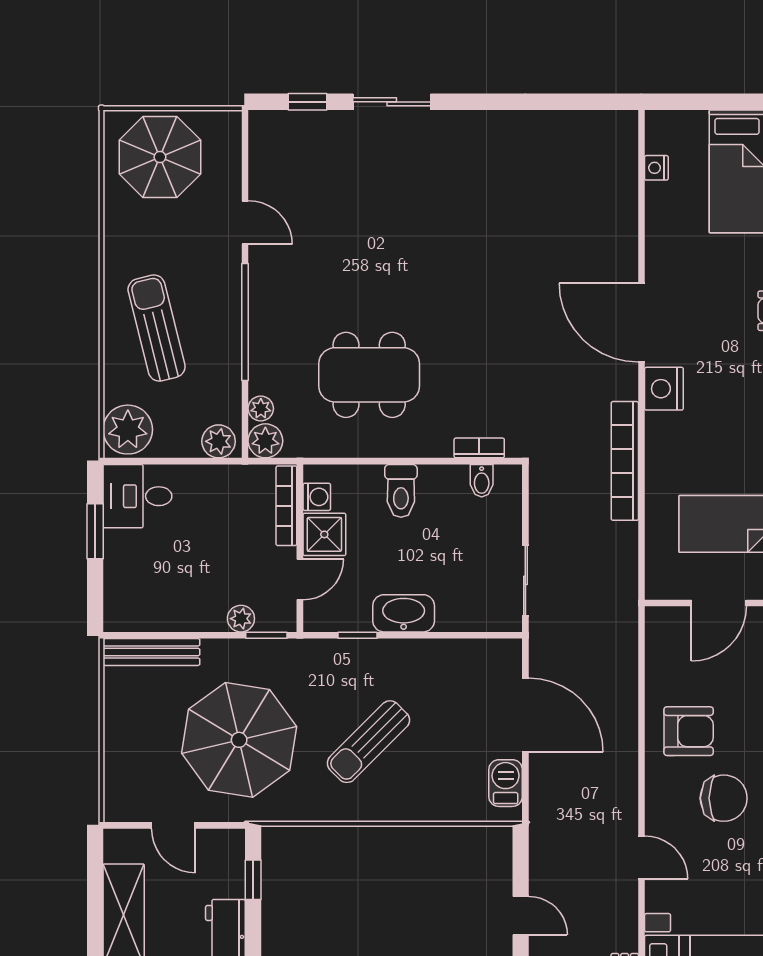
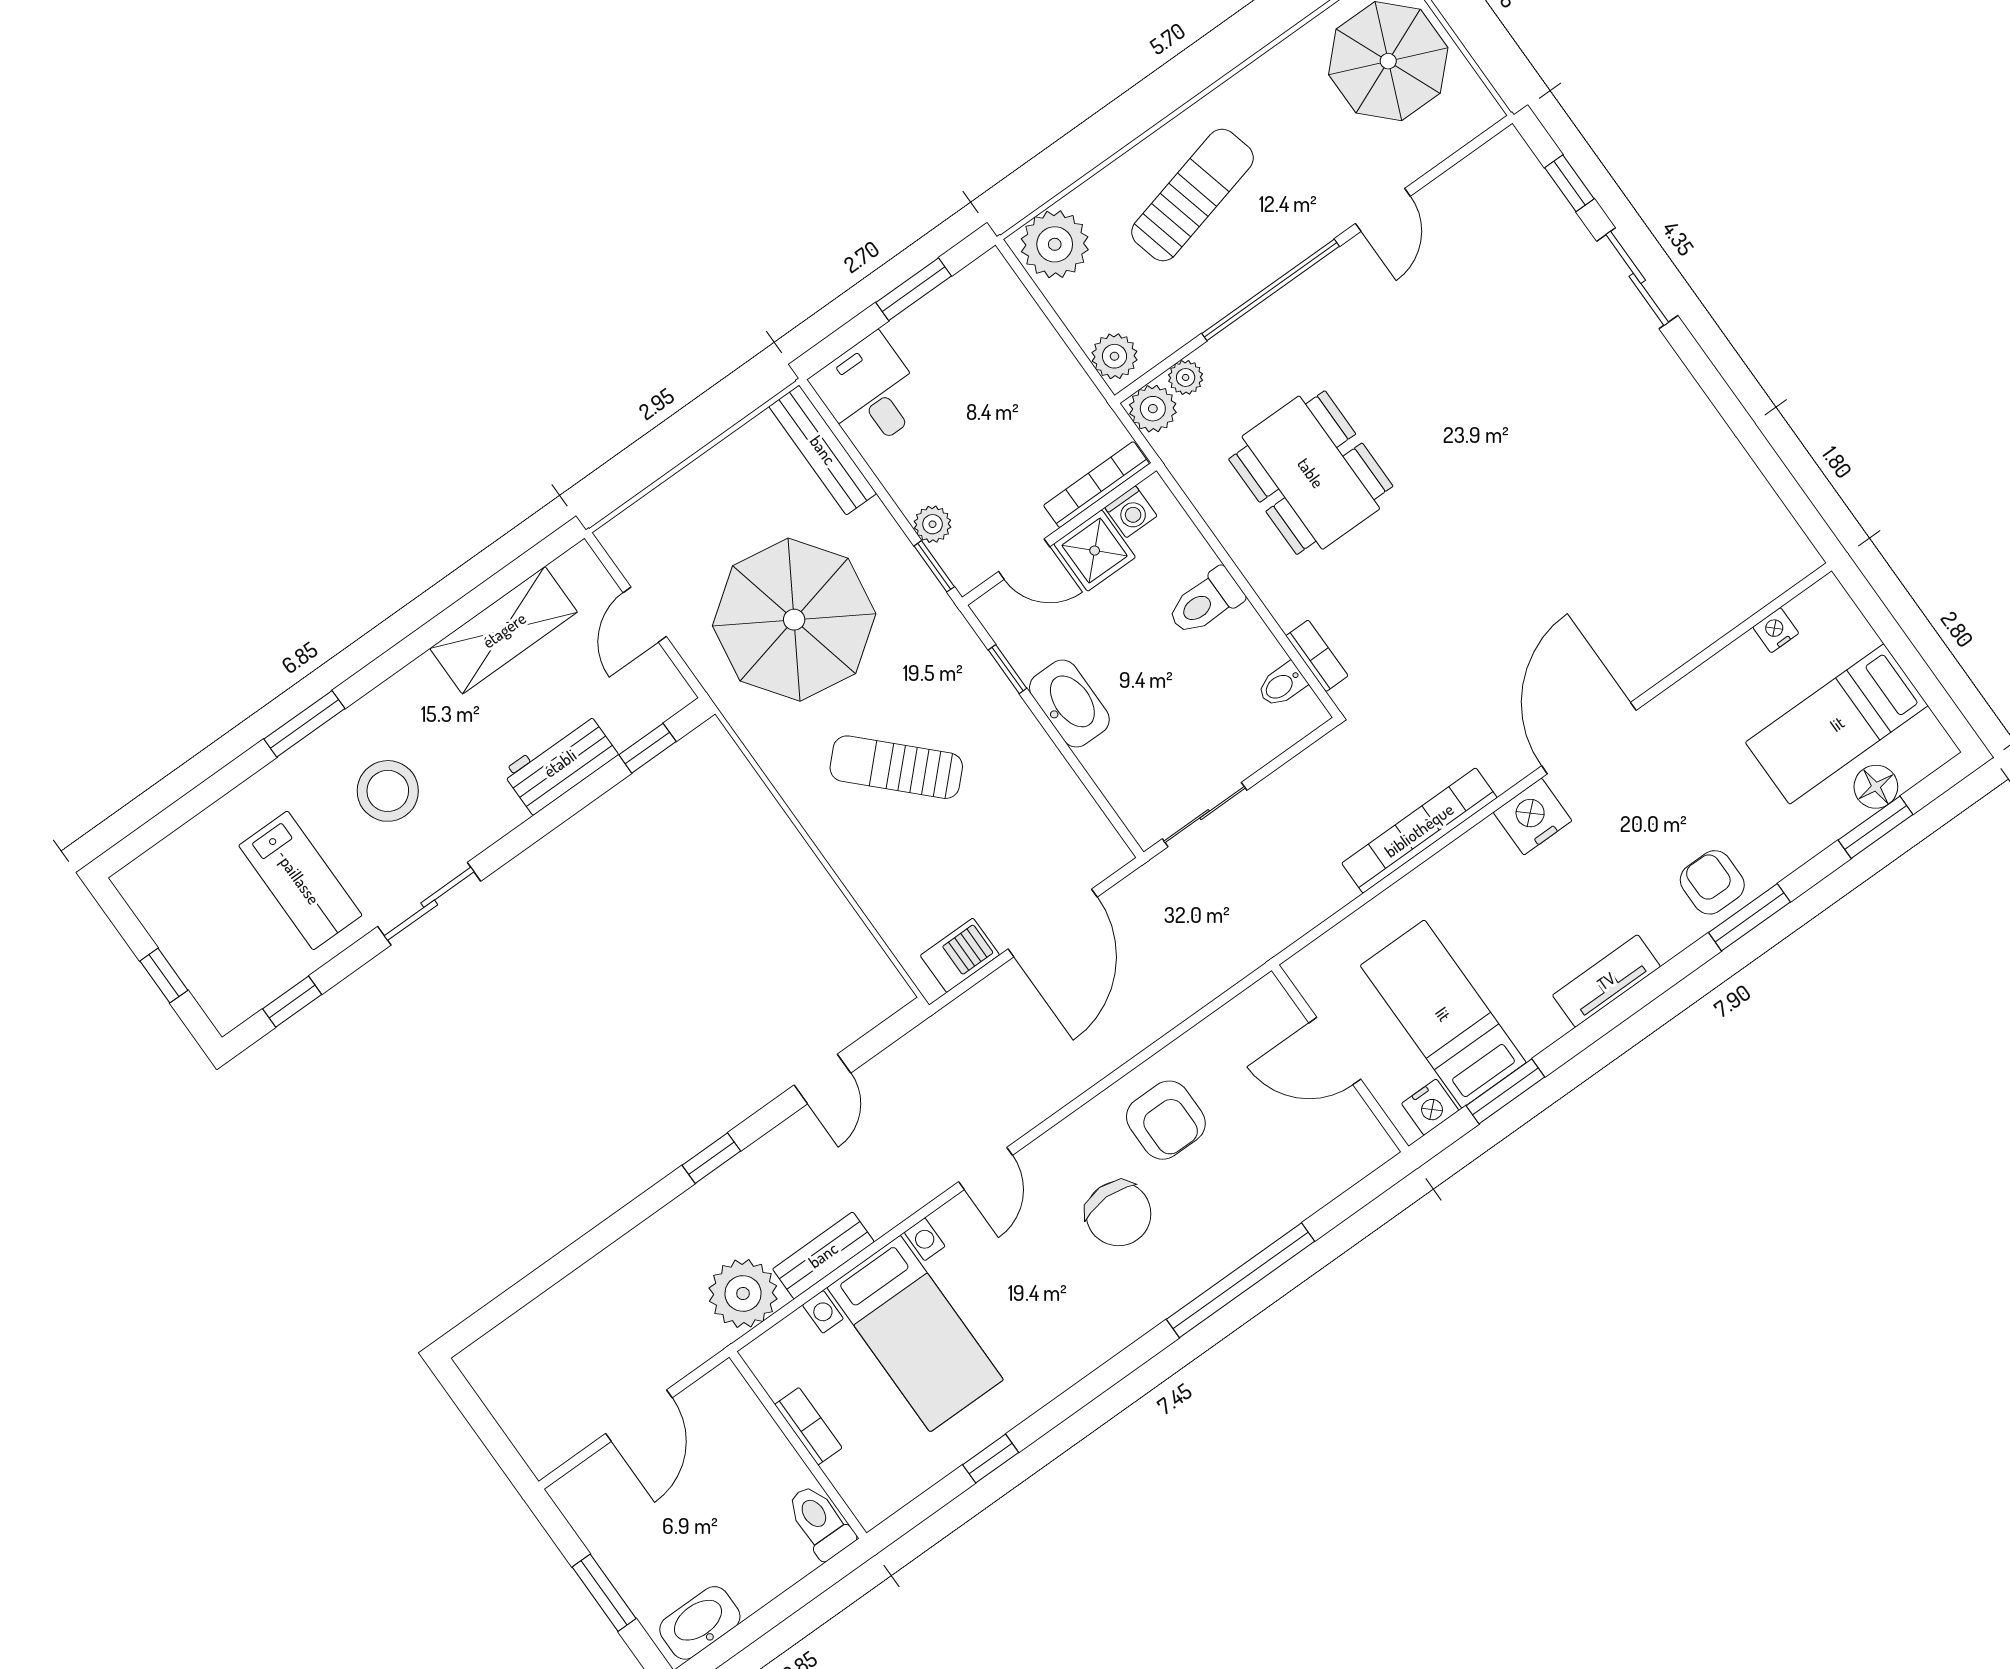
desk: (137, 496) -> (870, 393), moved

